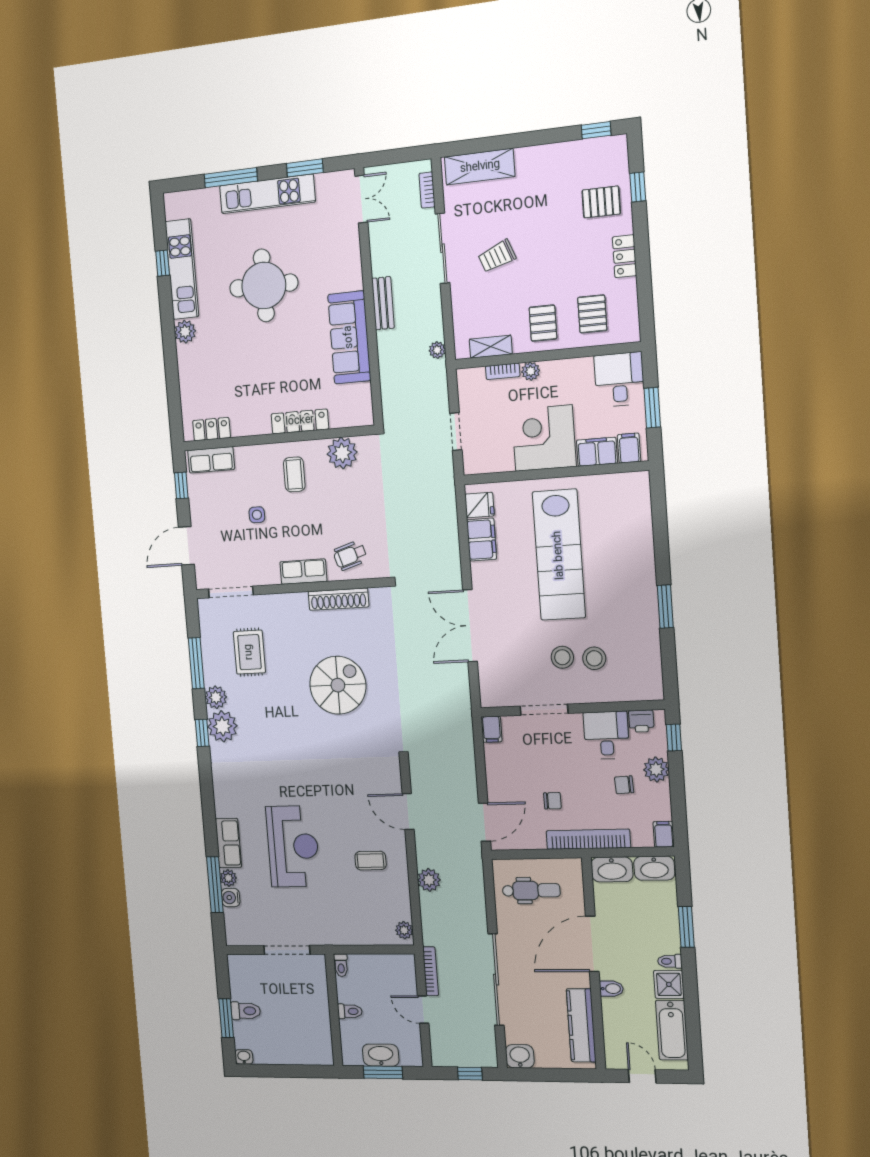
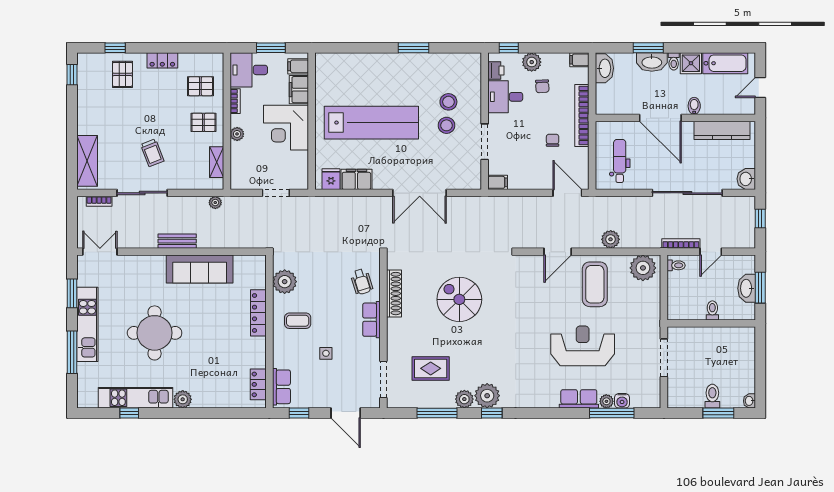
bookcase: (503, 371) -> (235, 101), moved
coffee table: (370, 861) -> (595, 284), width x1.86, depth x1.72
washbasin: (612, 869) -> (652, 62), moved, turned 90
plant: (404, 930) -> (643, 268), width x1.87, depth x1.87
toilet: (341, 965) -> (676, 265), moved

